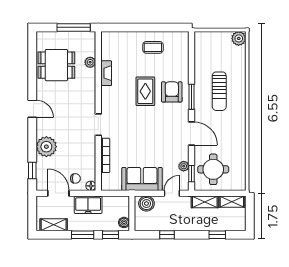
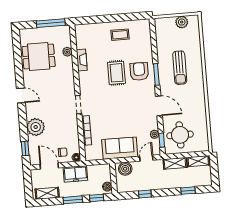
plant: (239, 38) -> (182, 22), moved

